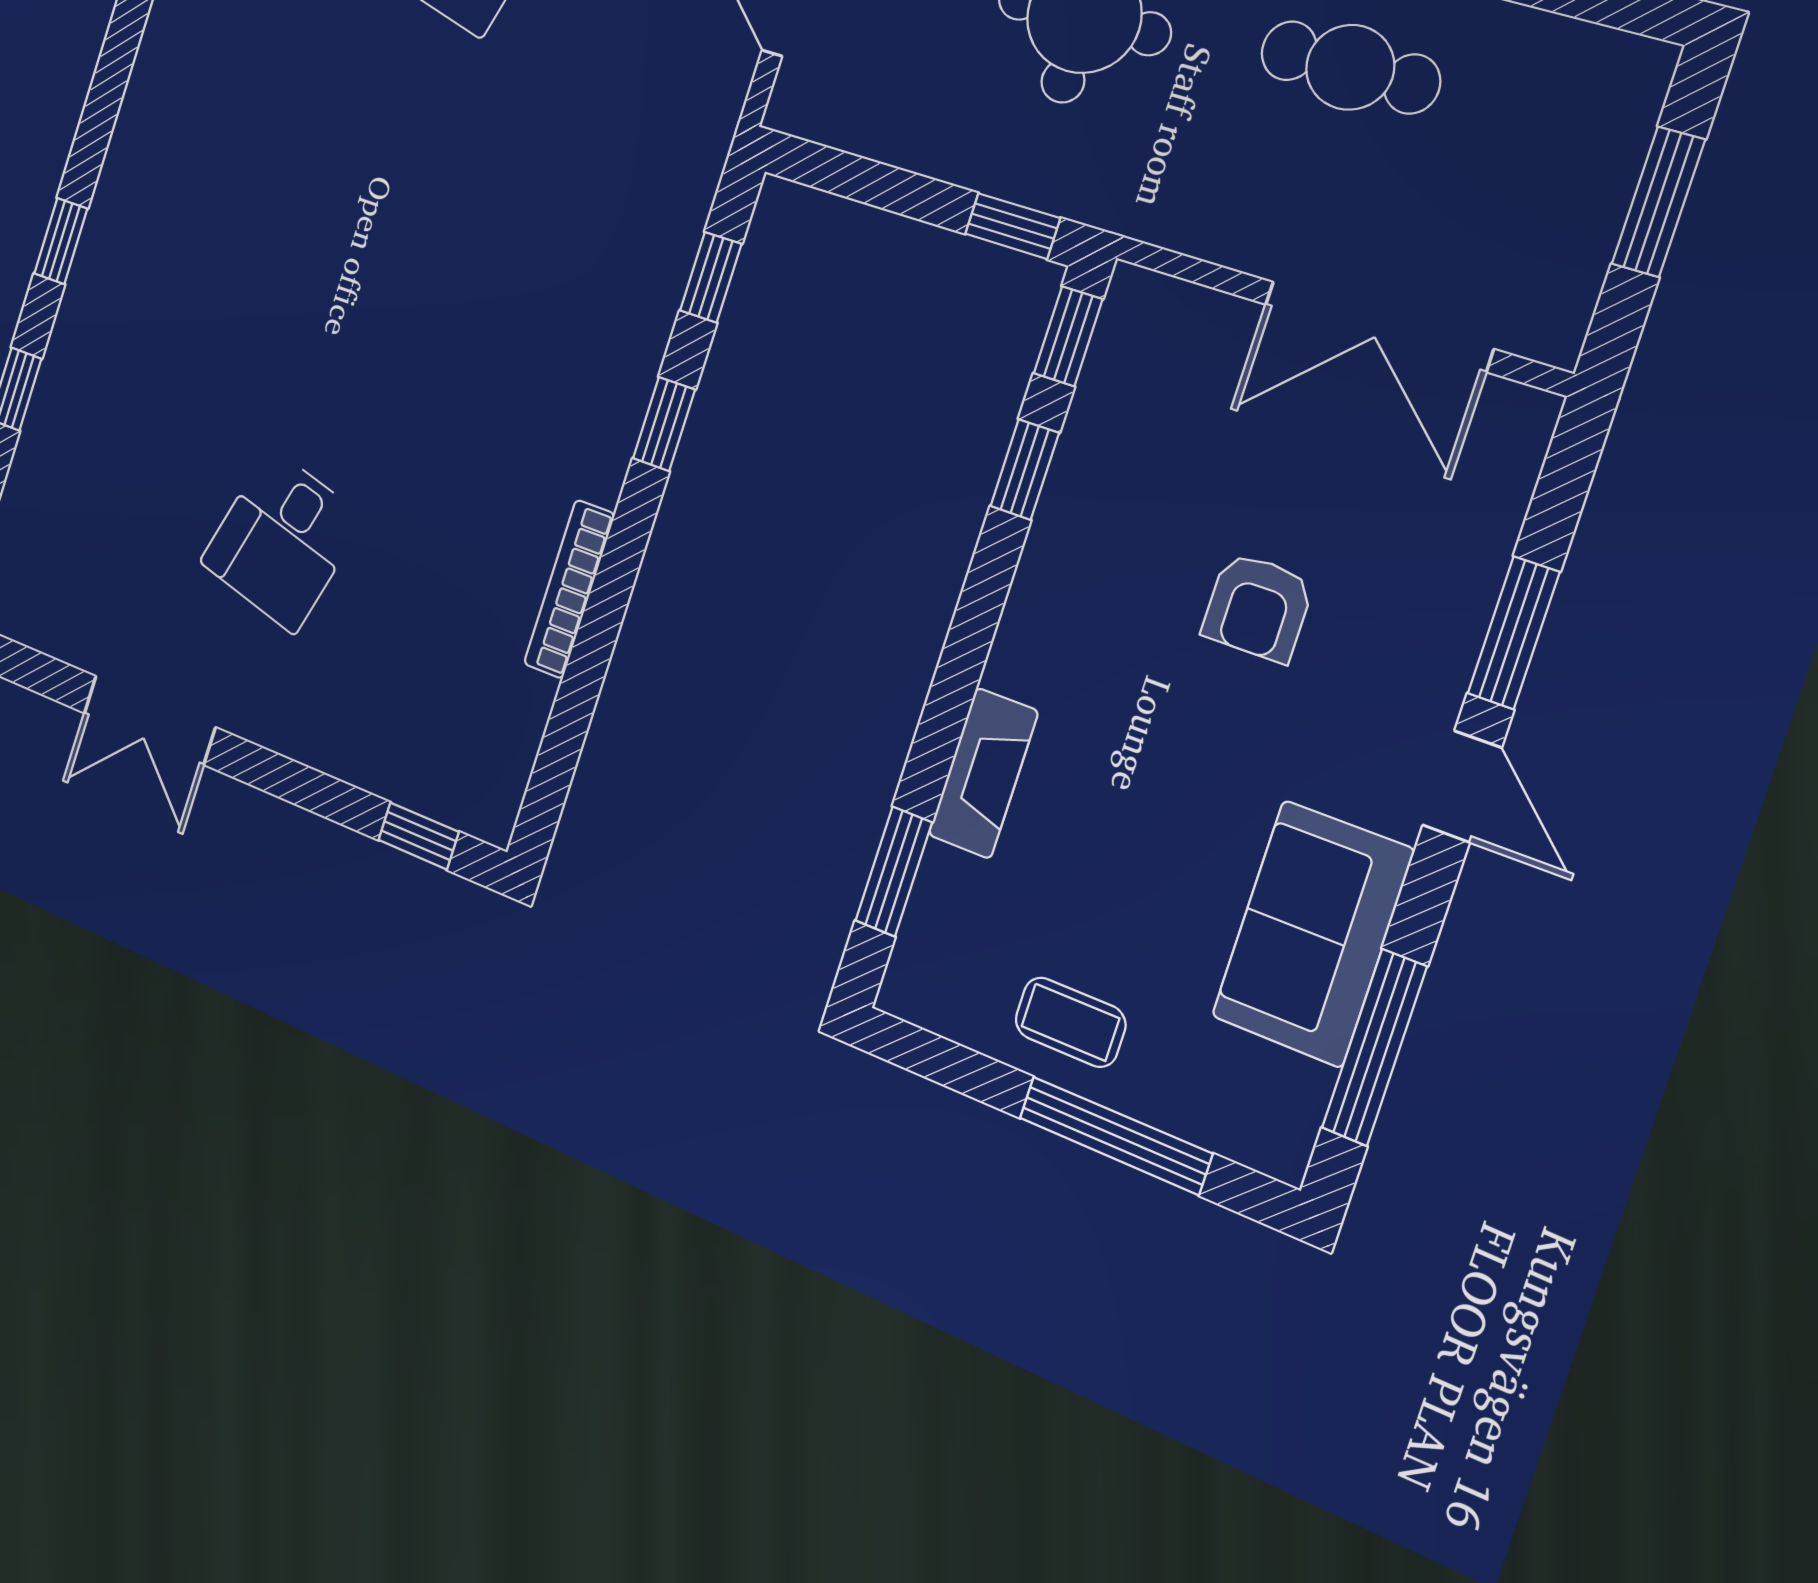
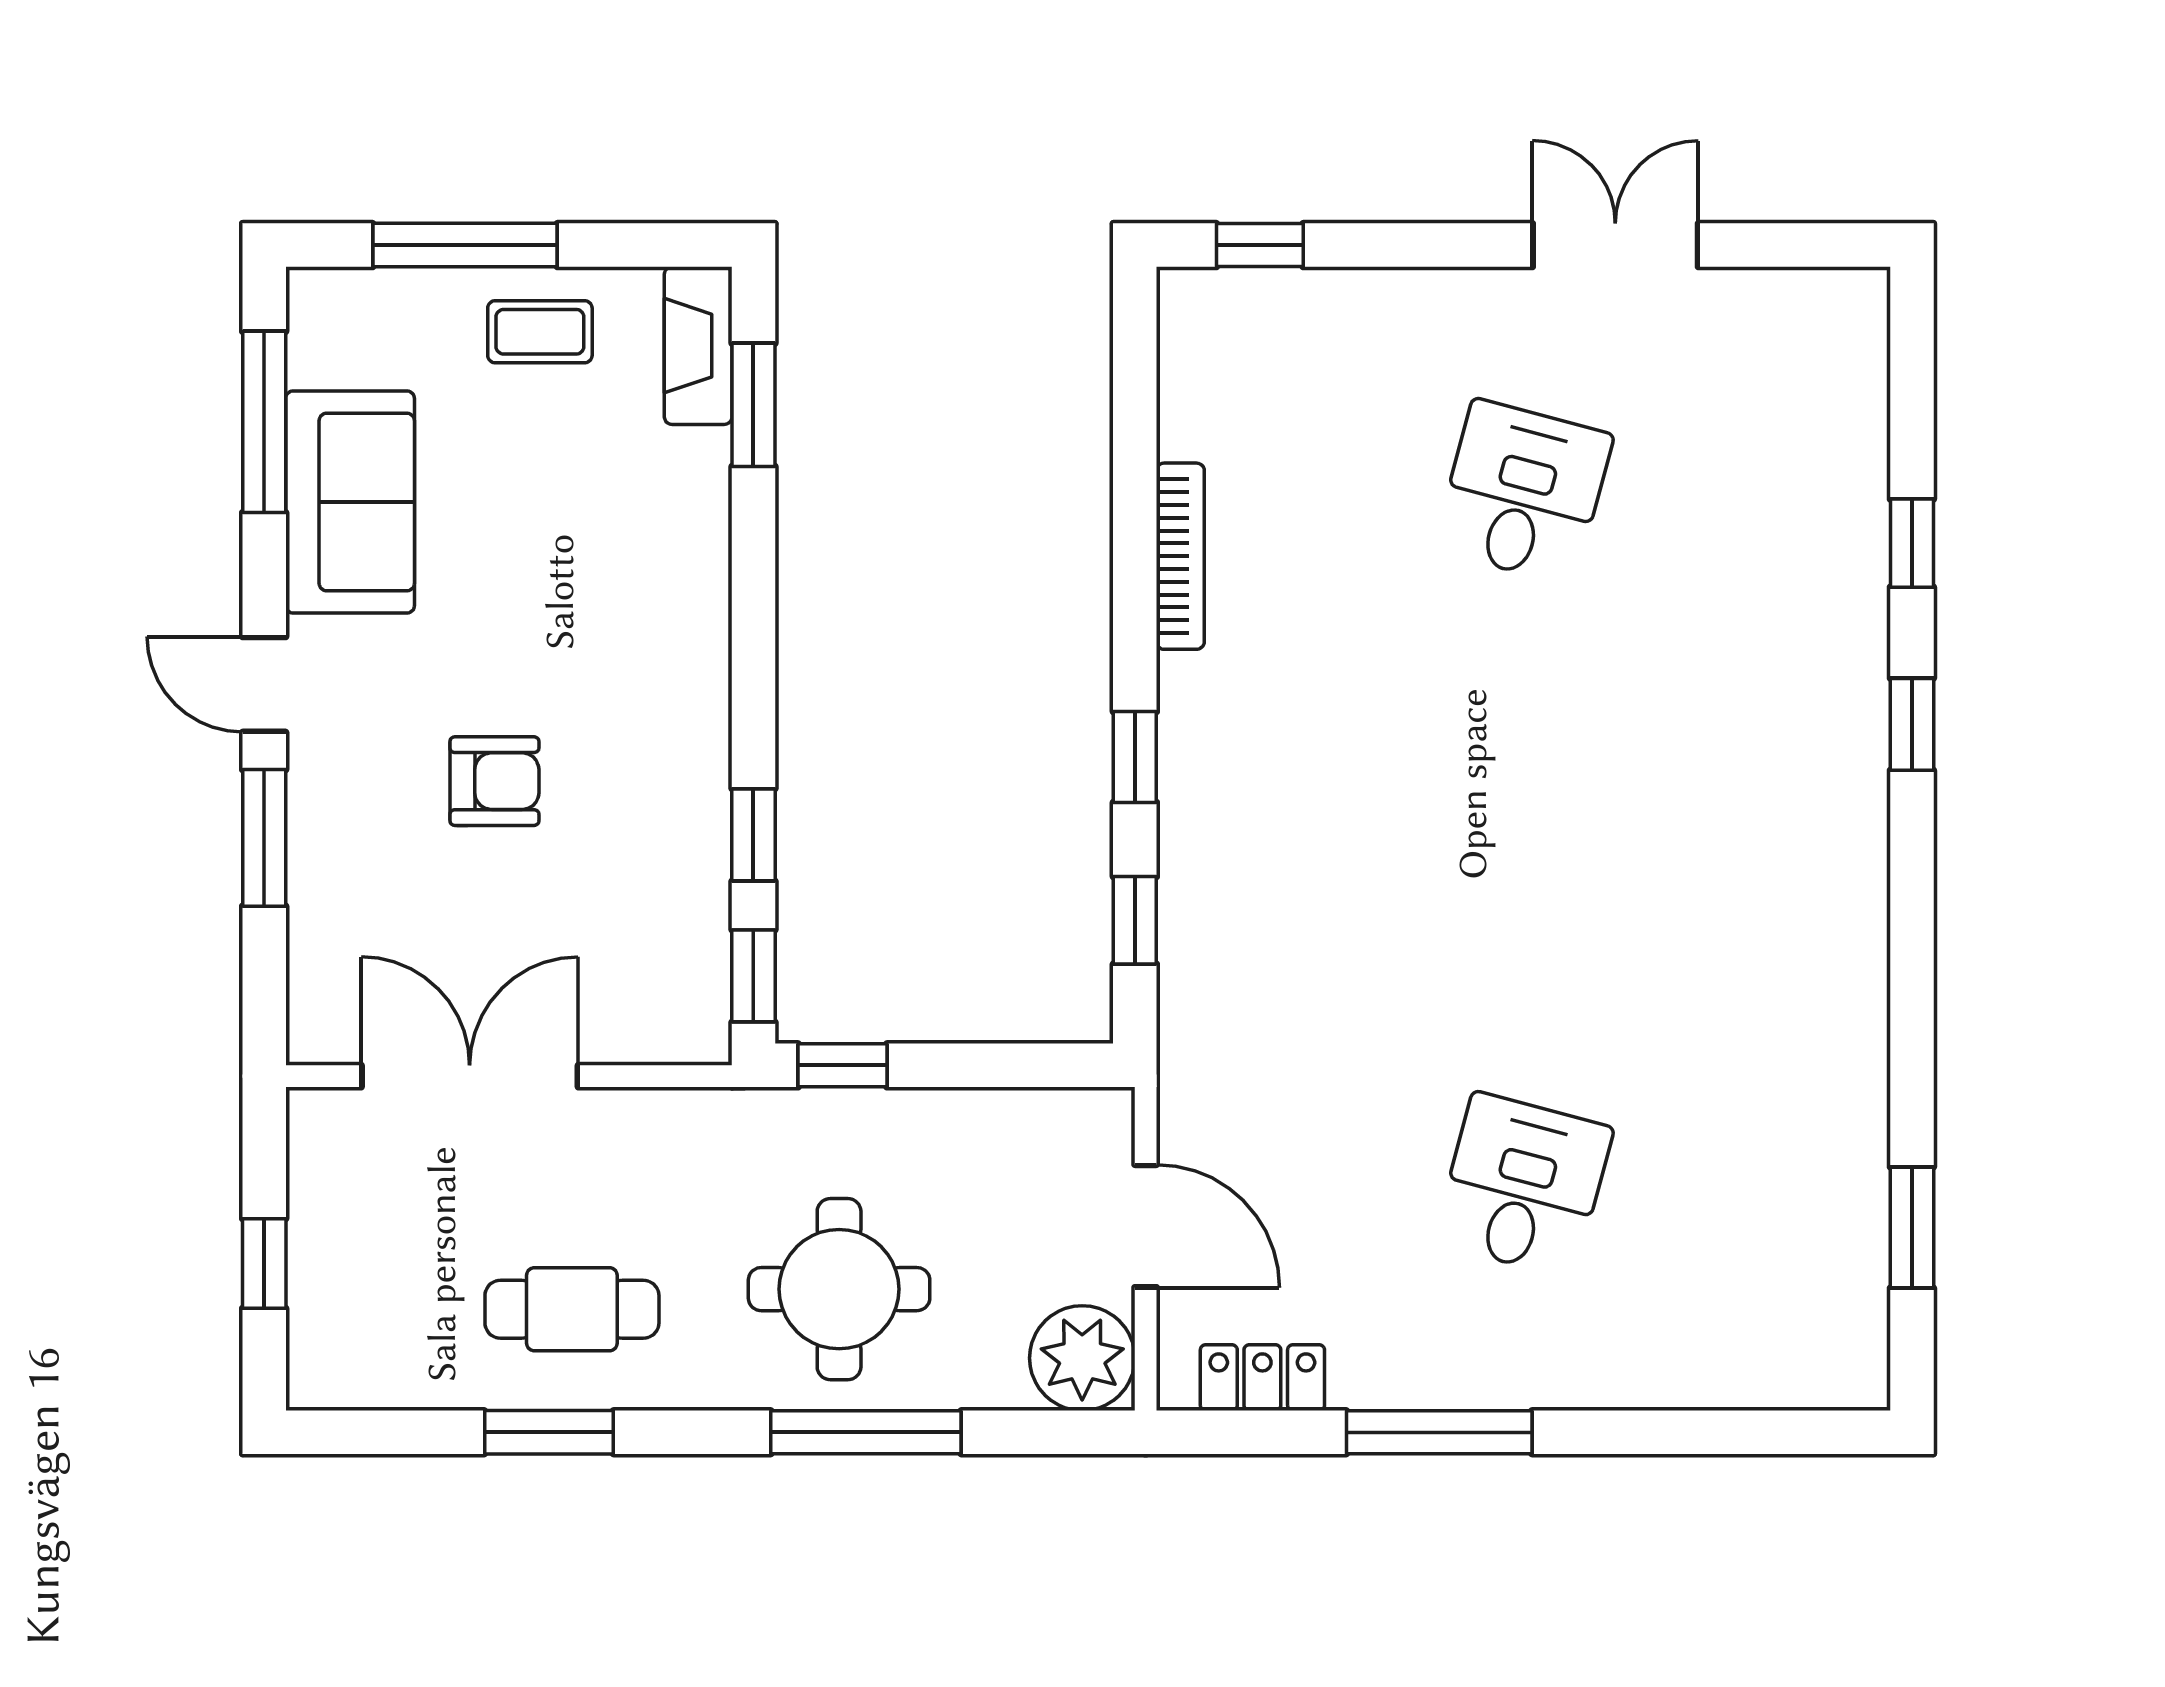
window: (1658, 202) -> (264, 1264), width x0.67
armchair: (1258, 607) -> (494, 781), turned 90
fireplace: (983, 773) -> (698, 346), moved

